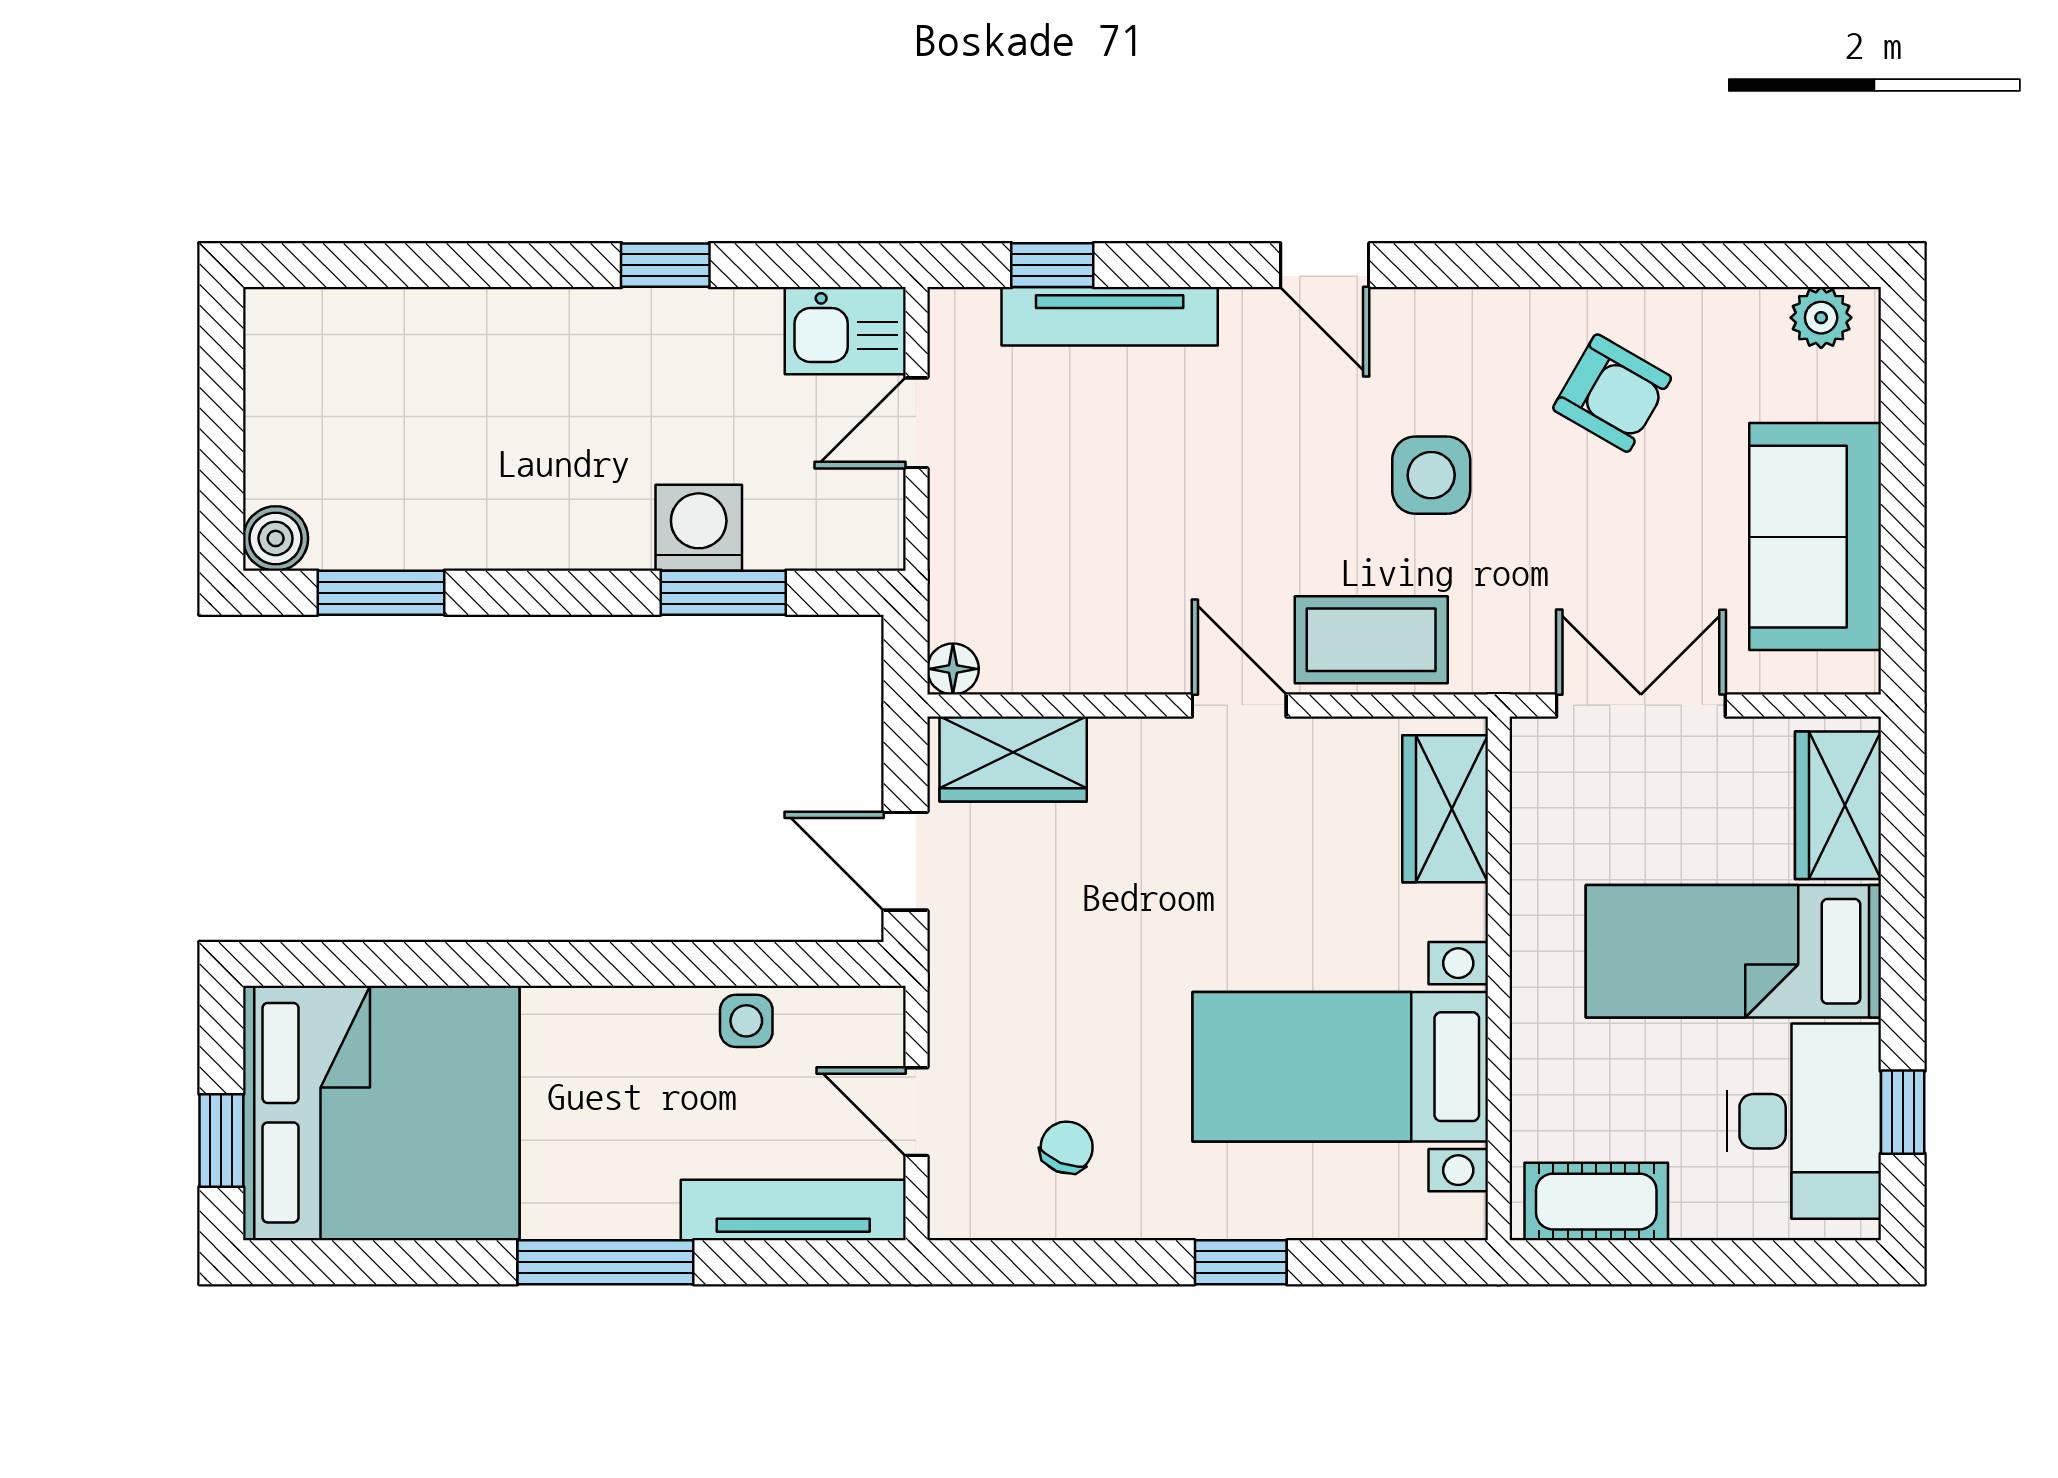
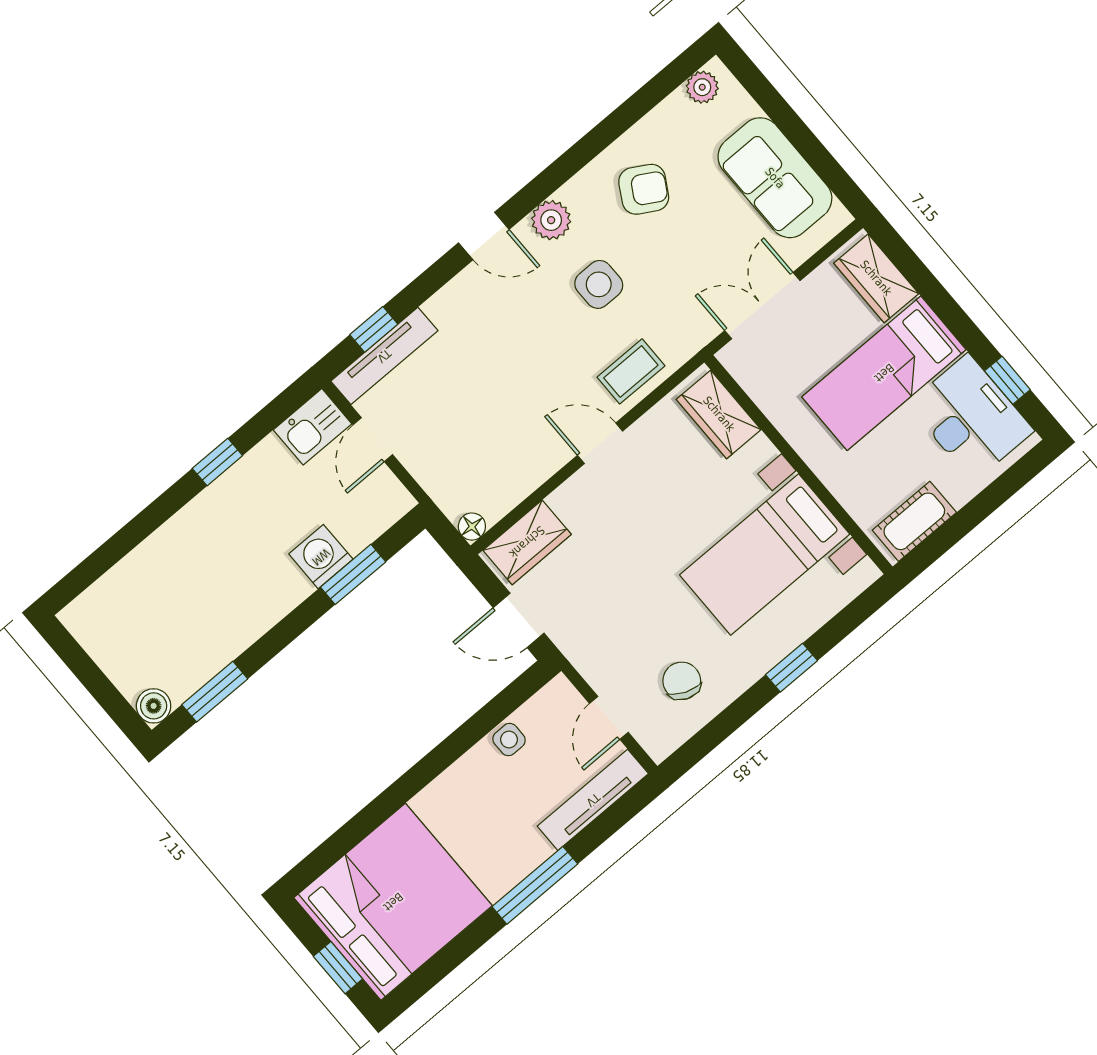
tv unit: (1110, 316) -> (384, 356), moved
plant: (1441, 324) -> (551, 220), added
coffee table: (1371, 640) -> (631, 371), width x0.73, depth x0.77
door: (916, 1112) -> (609, 718), hinge flipped
chair: (1067, 1147) -> (682, 681), width x1.37, depth x1.37

